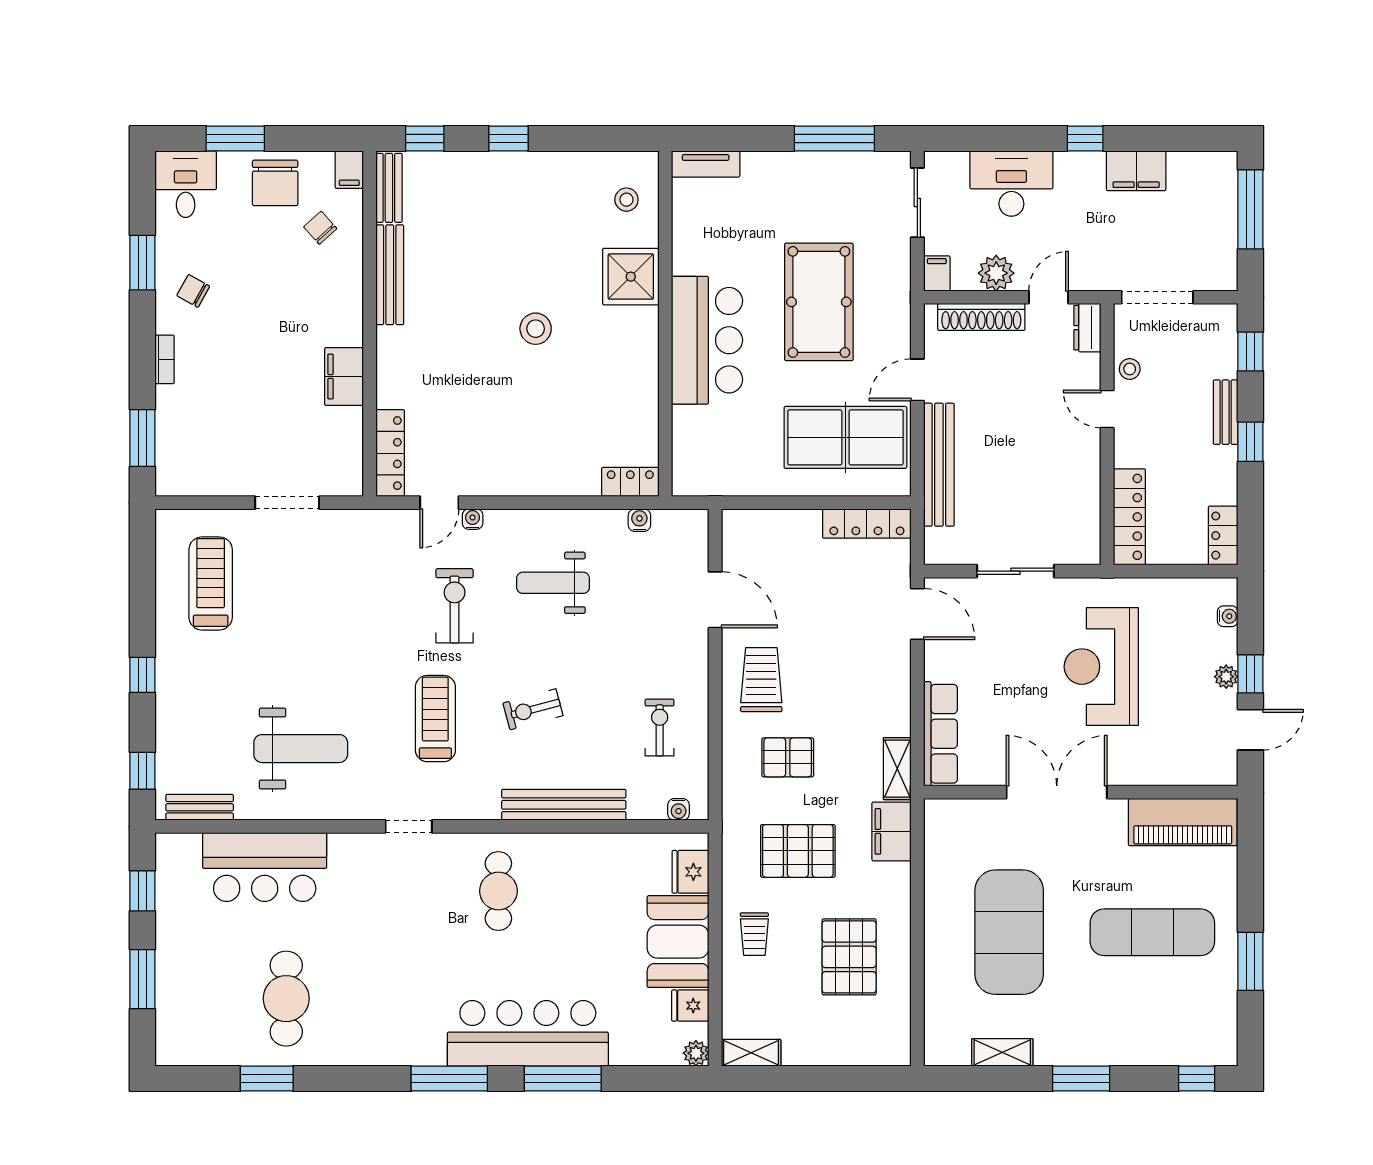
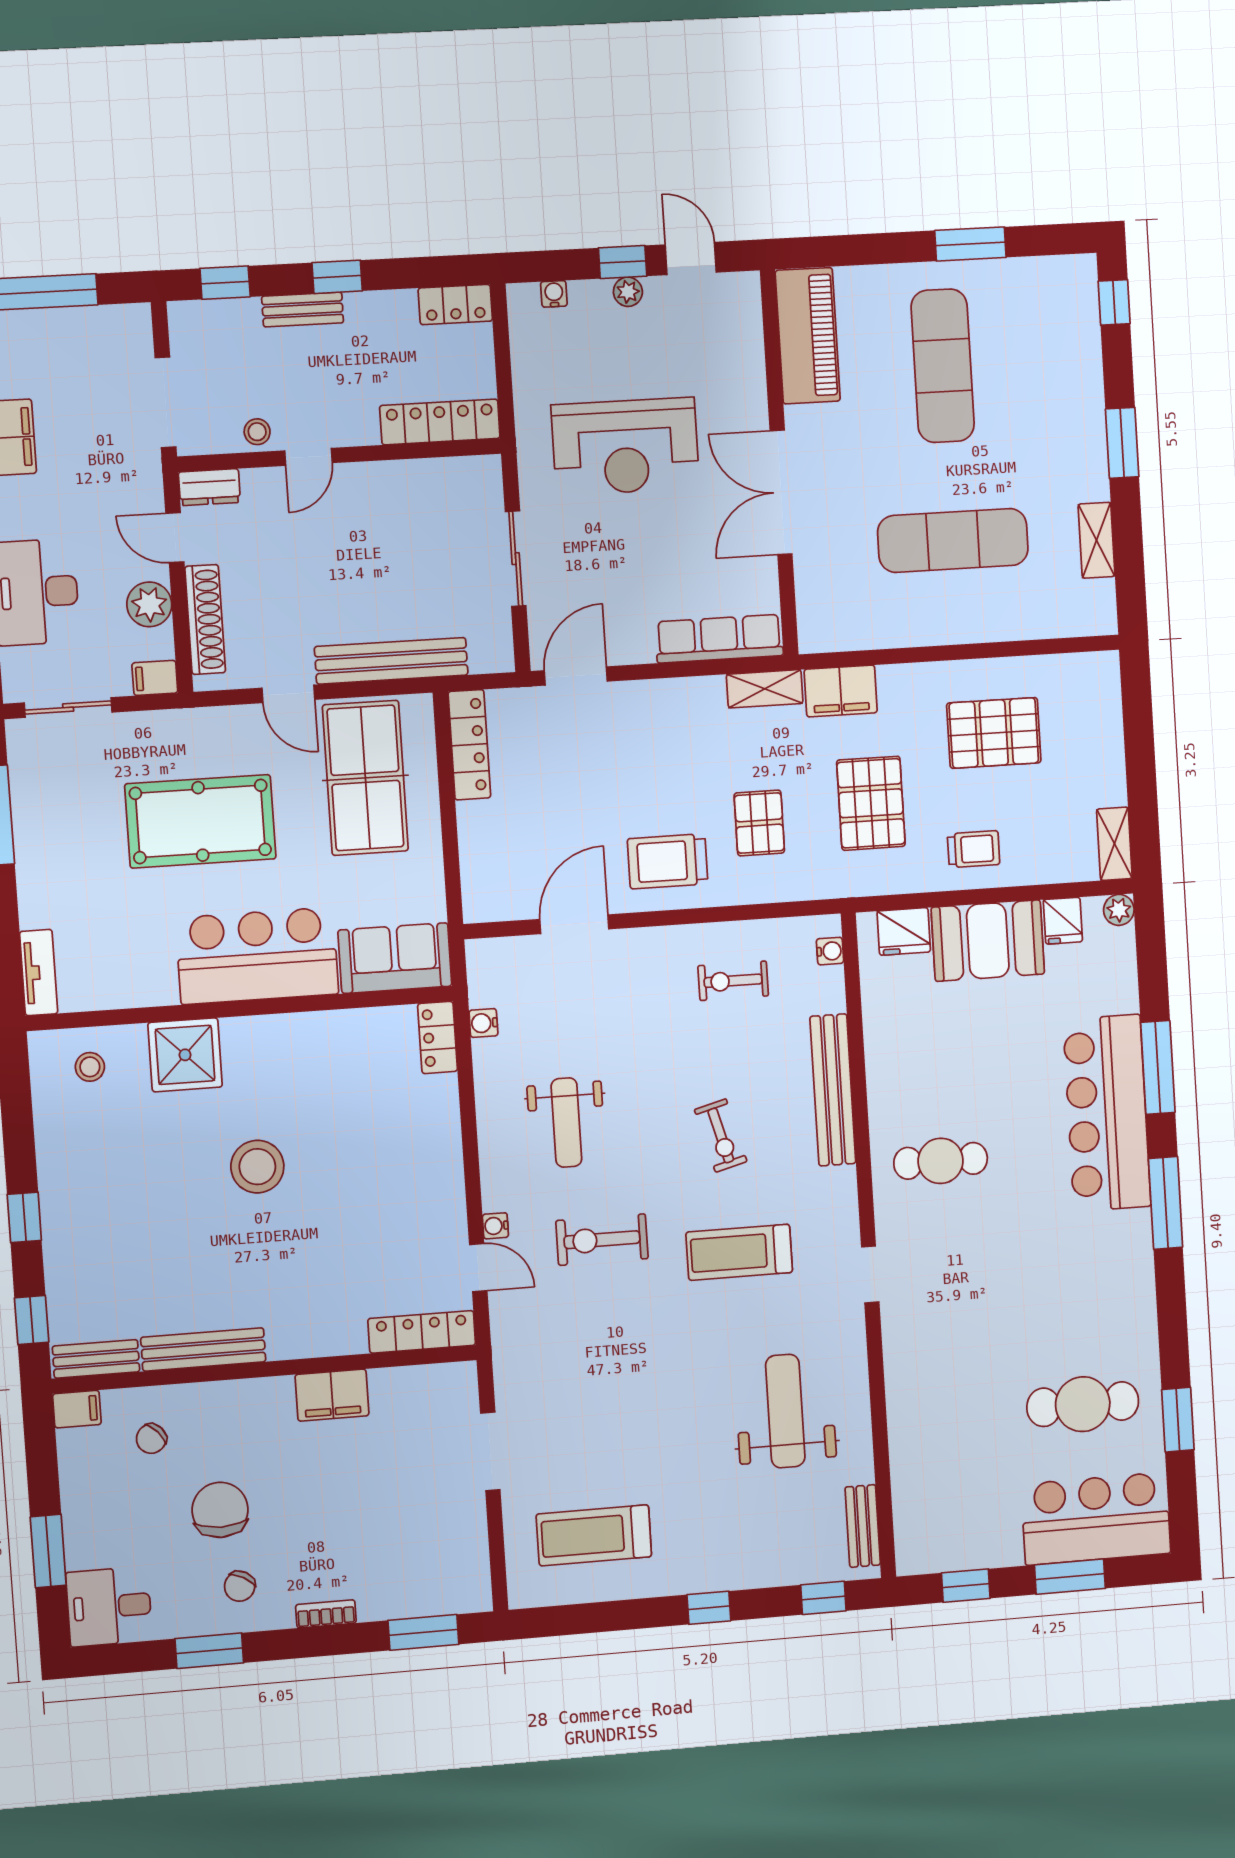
chair: (275, 183) -> (220, 1510), moved, turned -90
stool: (536, 329) -> (257, 1167), width x1.38, depth x1.38
sofa: (697, 452) -> (395, 958), added
bar counter: (265, 867) -> (1096, 1519), moved, turned -90
exercise mat: (1009, 932) -> (953, 540), width x0.68

